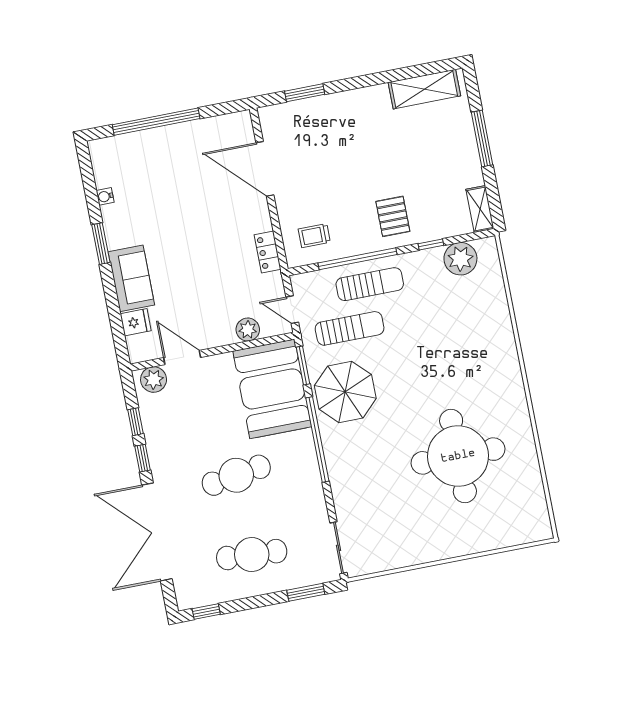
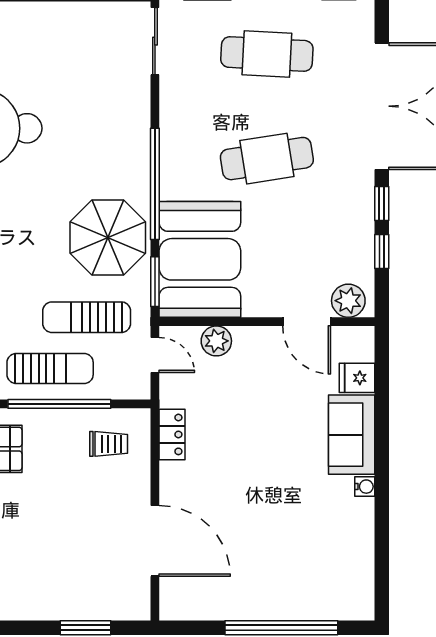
water cooler: (105, 196) -> (365, 487), moved
window: (101, 244) -> (382, 486), removed
sun lounger: (370, 284) -> (50, 368), turned 180

